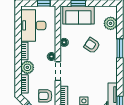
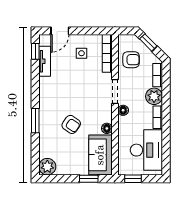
sofa: (78, 15) -> (100, 155), moved, turned -90
plant: (111, 23) -> (47, 167), moved

